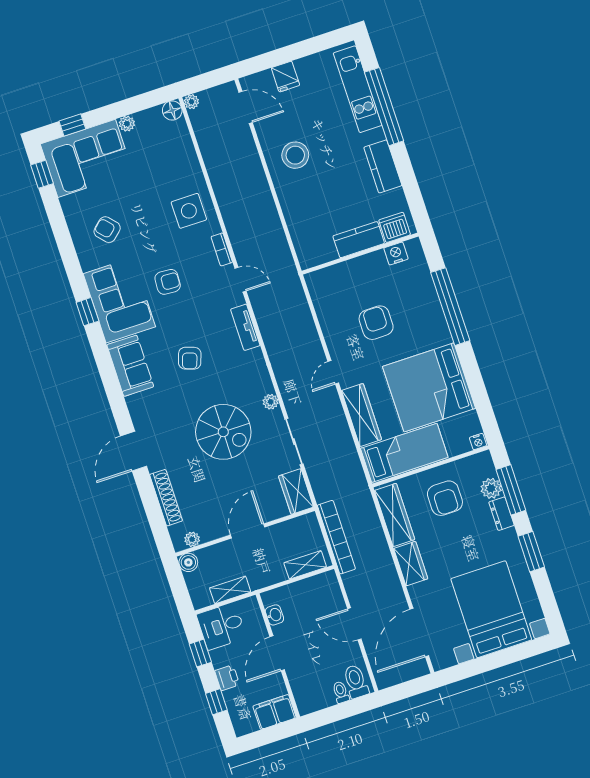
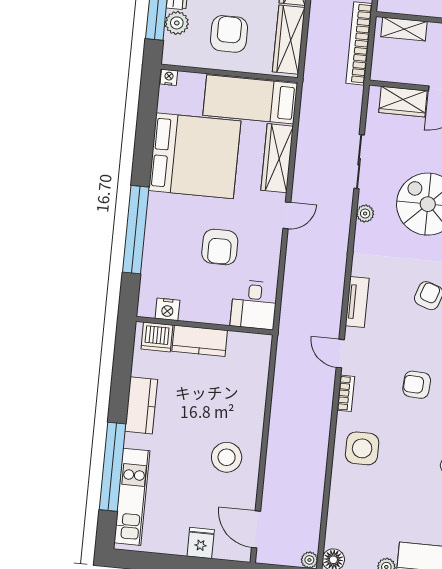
desk: (328, 288) -> (254, 305), added
wardrobe: (296, 492) -> (403, 102), moved, turned 90

